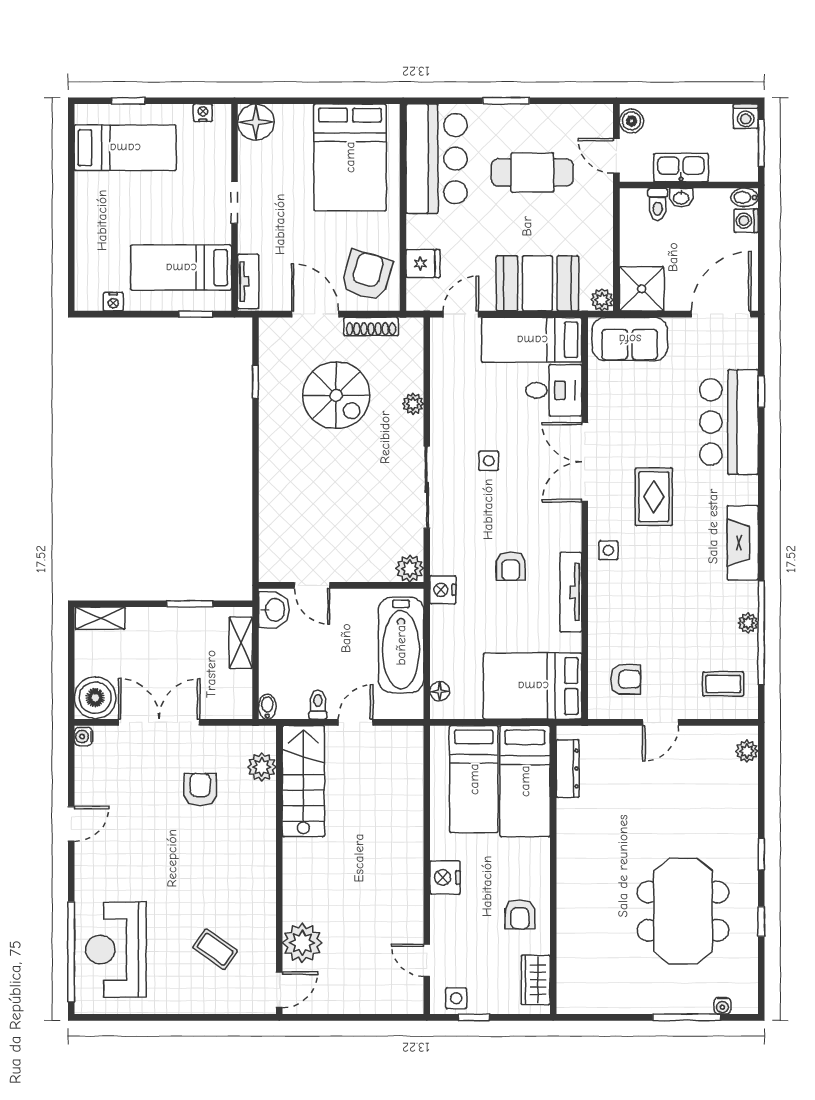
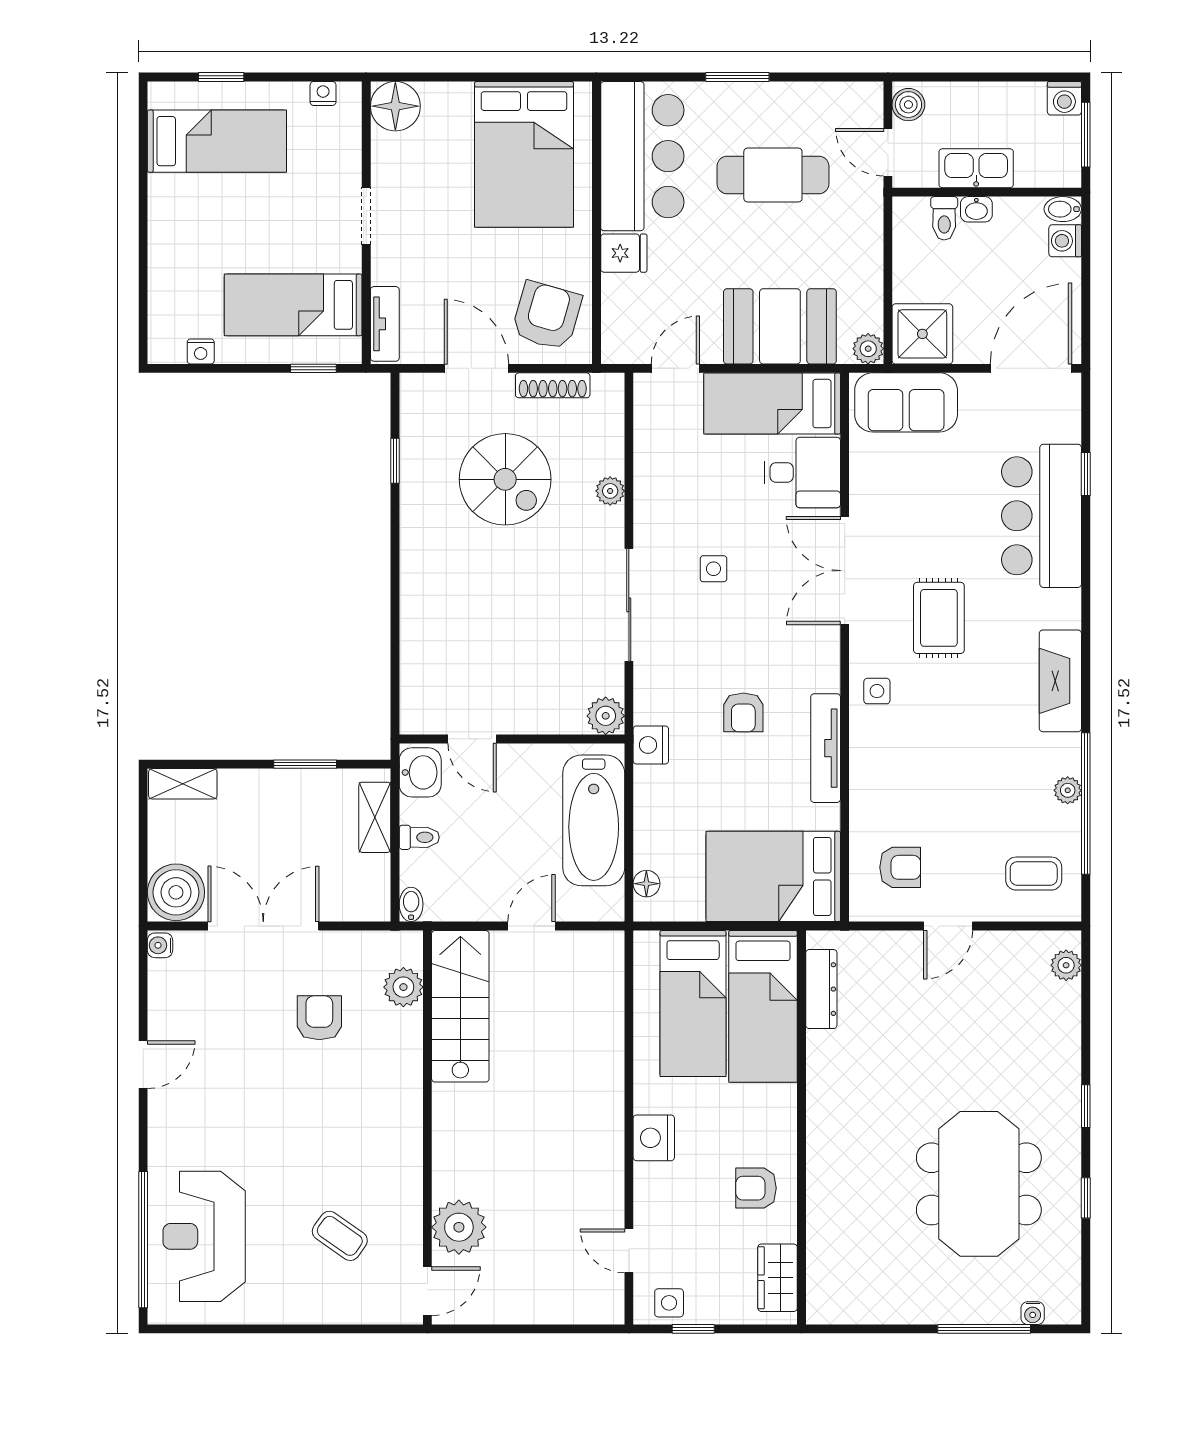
fridge: (423, 264) -> (624, 253), moved
toilet: (318, 705) -> (419, 837), moved, turned 90
armchair: (520, 914) -> (756, 1188), turned 90

